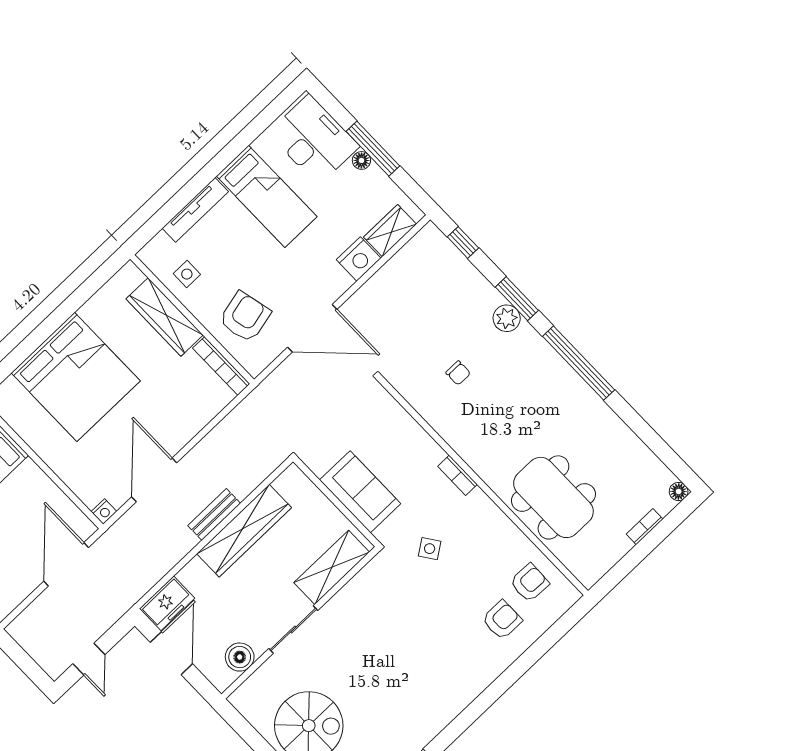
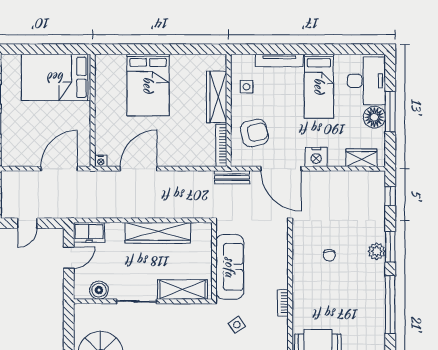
floor lamp: (361, 160) -> (374, 117), width x1.89, depth x1.89
nightstand: (359, 259) -> (316, 157), moved
bed: (76, 377) -> (148, 85), width x0.73
sofa: (360, 492) -> (230, 267), width x1.36
bench: (214, 514) -> (232, 177), moved
door: (171, 653) -> (69, 258), width x0.73

